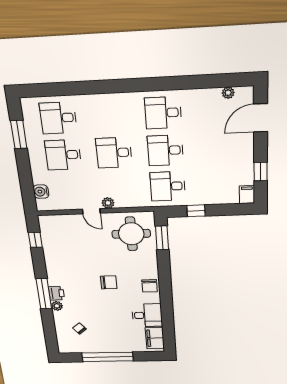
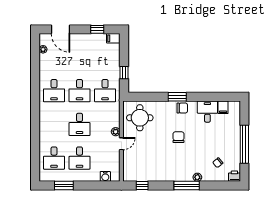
window: (162, 238) -> (177, 97), moved
printer: (57, 293) -> (234, 176), moved
filing cabinet: (155, 338) -> (223, 107), width x0.50

